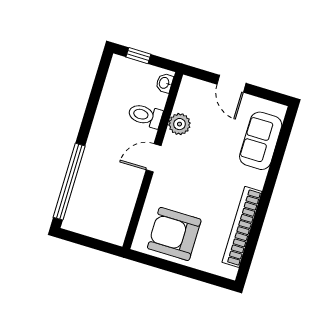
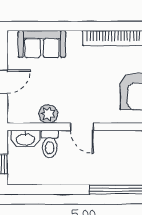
washbasin: (164, 83) -> (25, 139), width x1.91, depth x1.45

